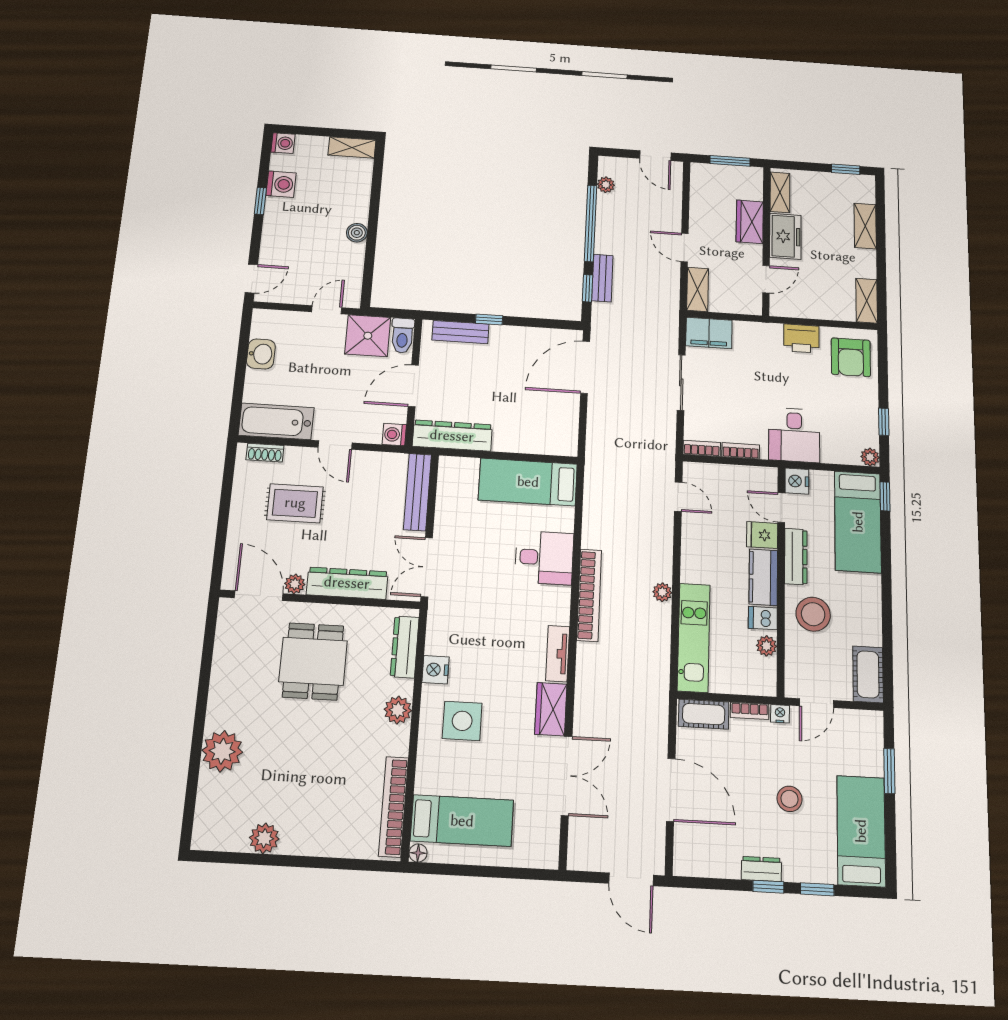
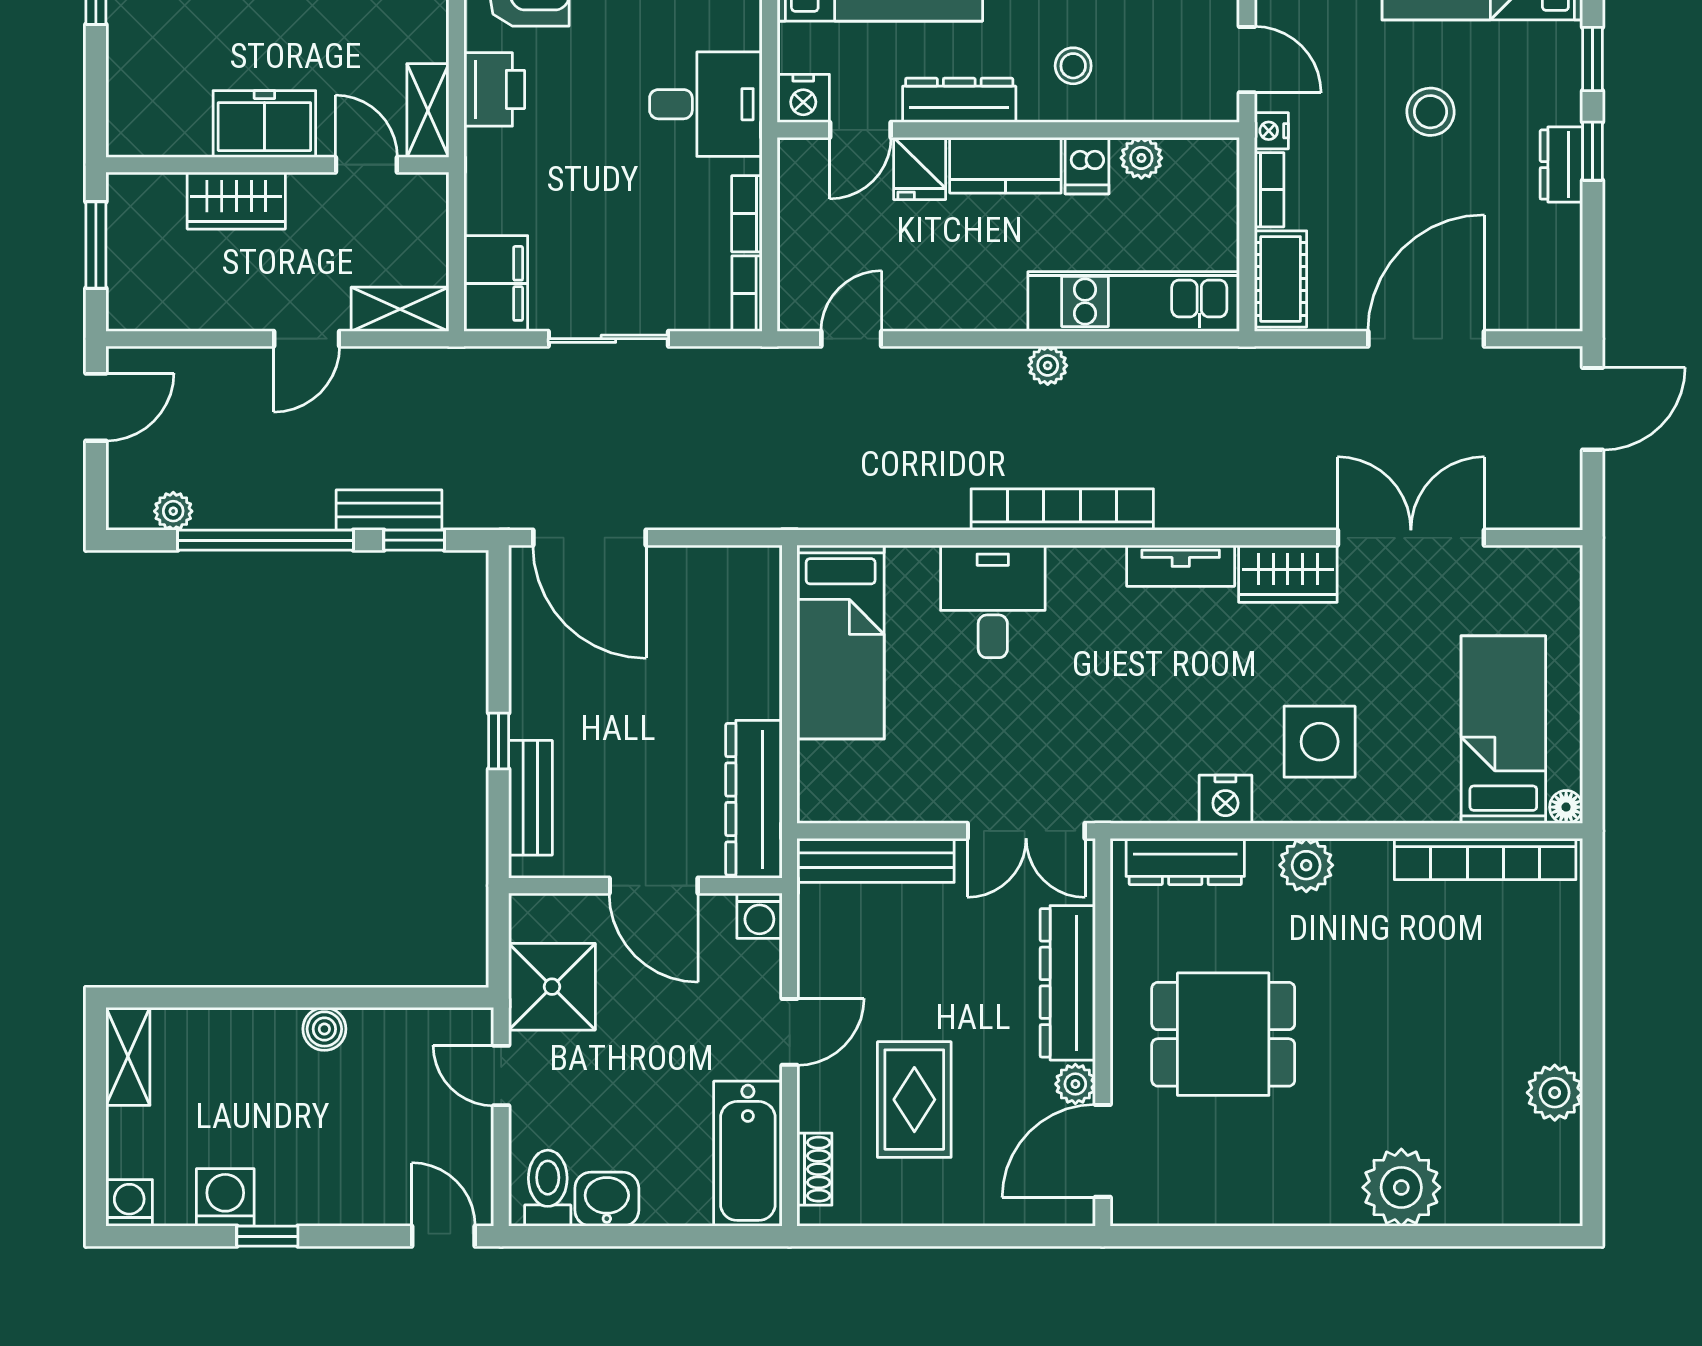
shelving: (780, 192) -> (428, 110), moved, turned 90
toilet: (402, 336) -> (548, 1188), moved, turned -90
stool: (813, 614) -> (1073, 66), width x0.53, depth x0.53

